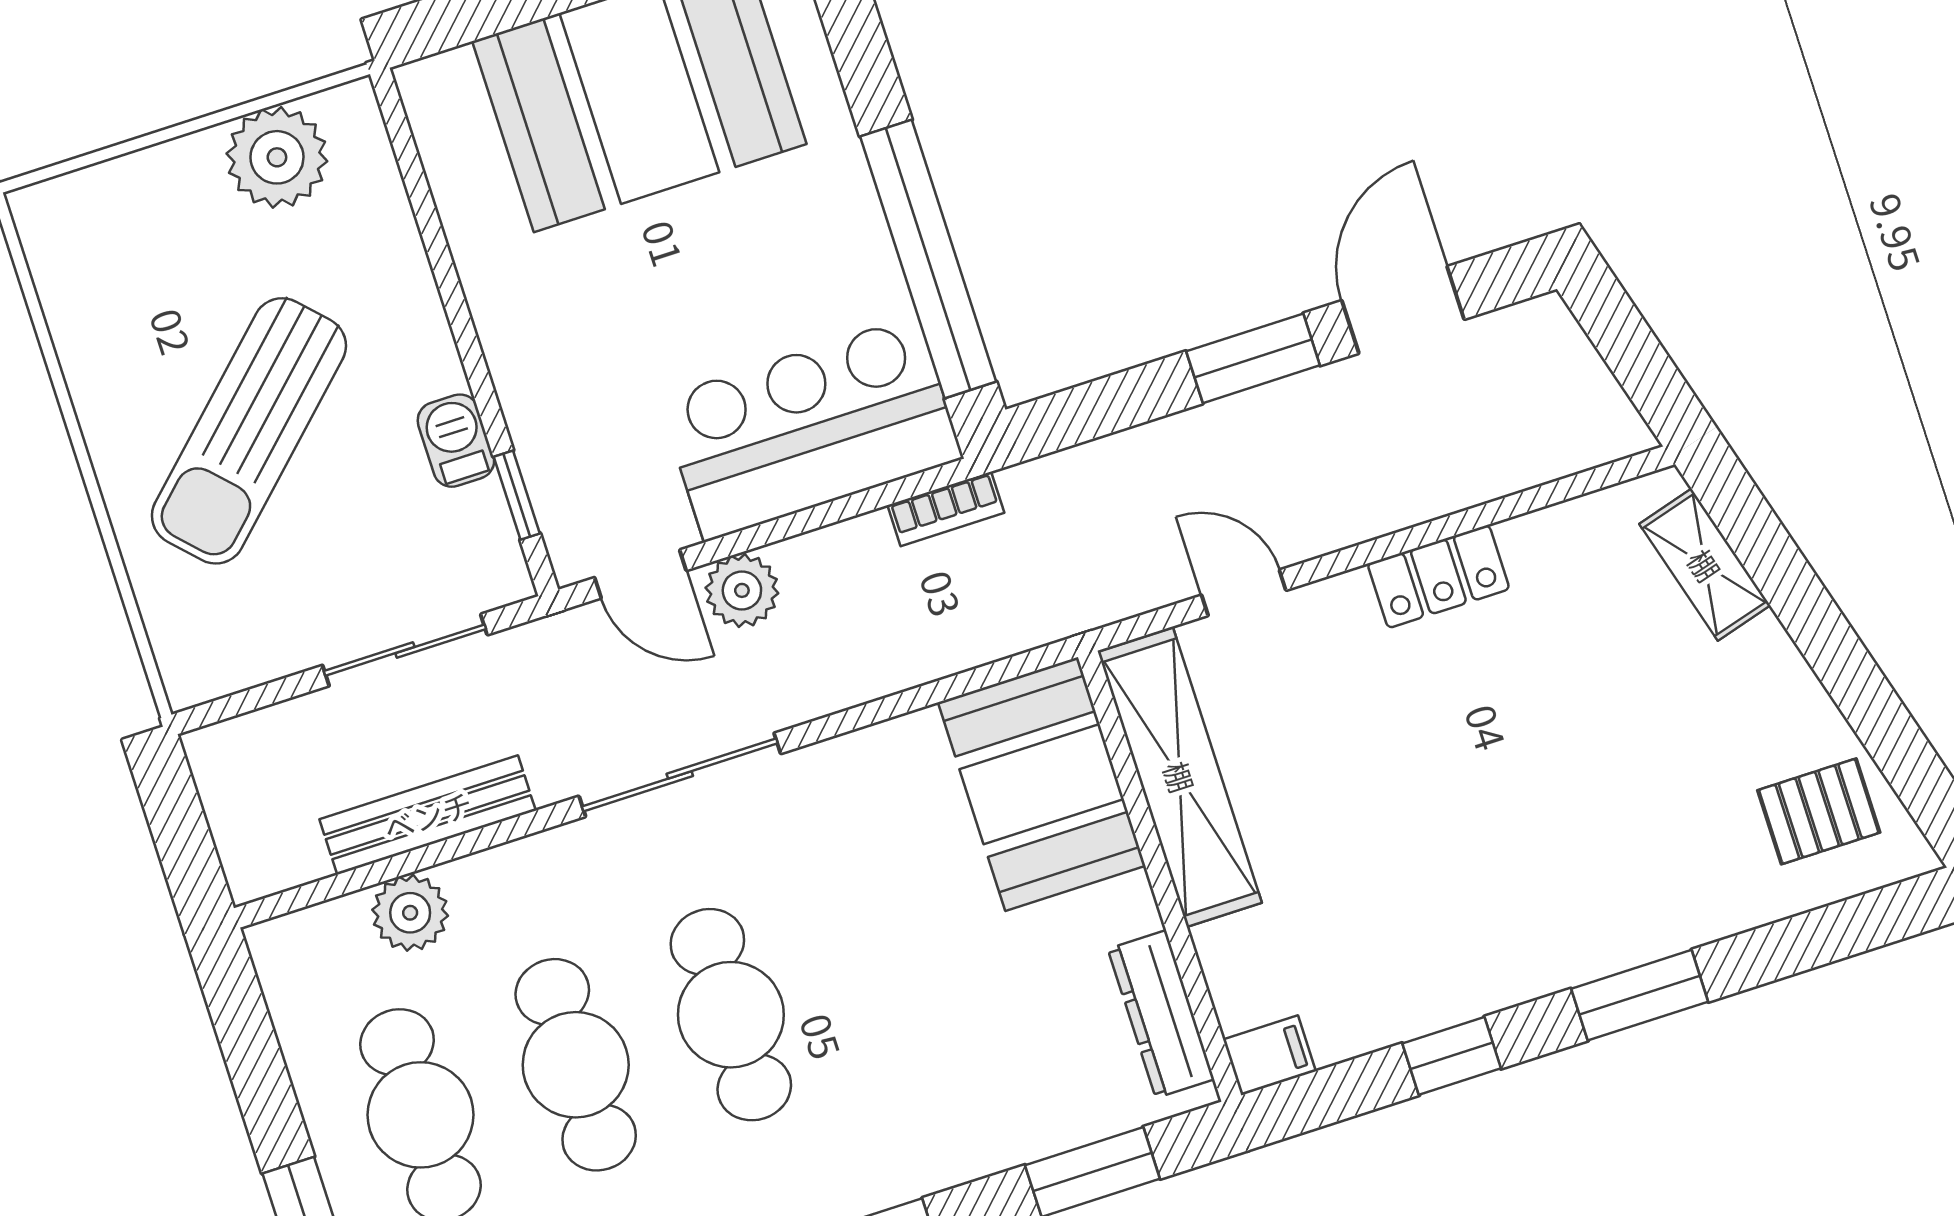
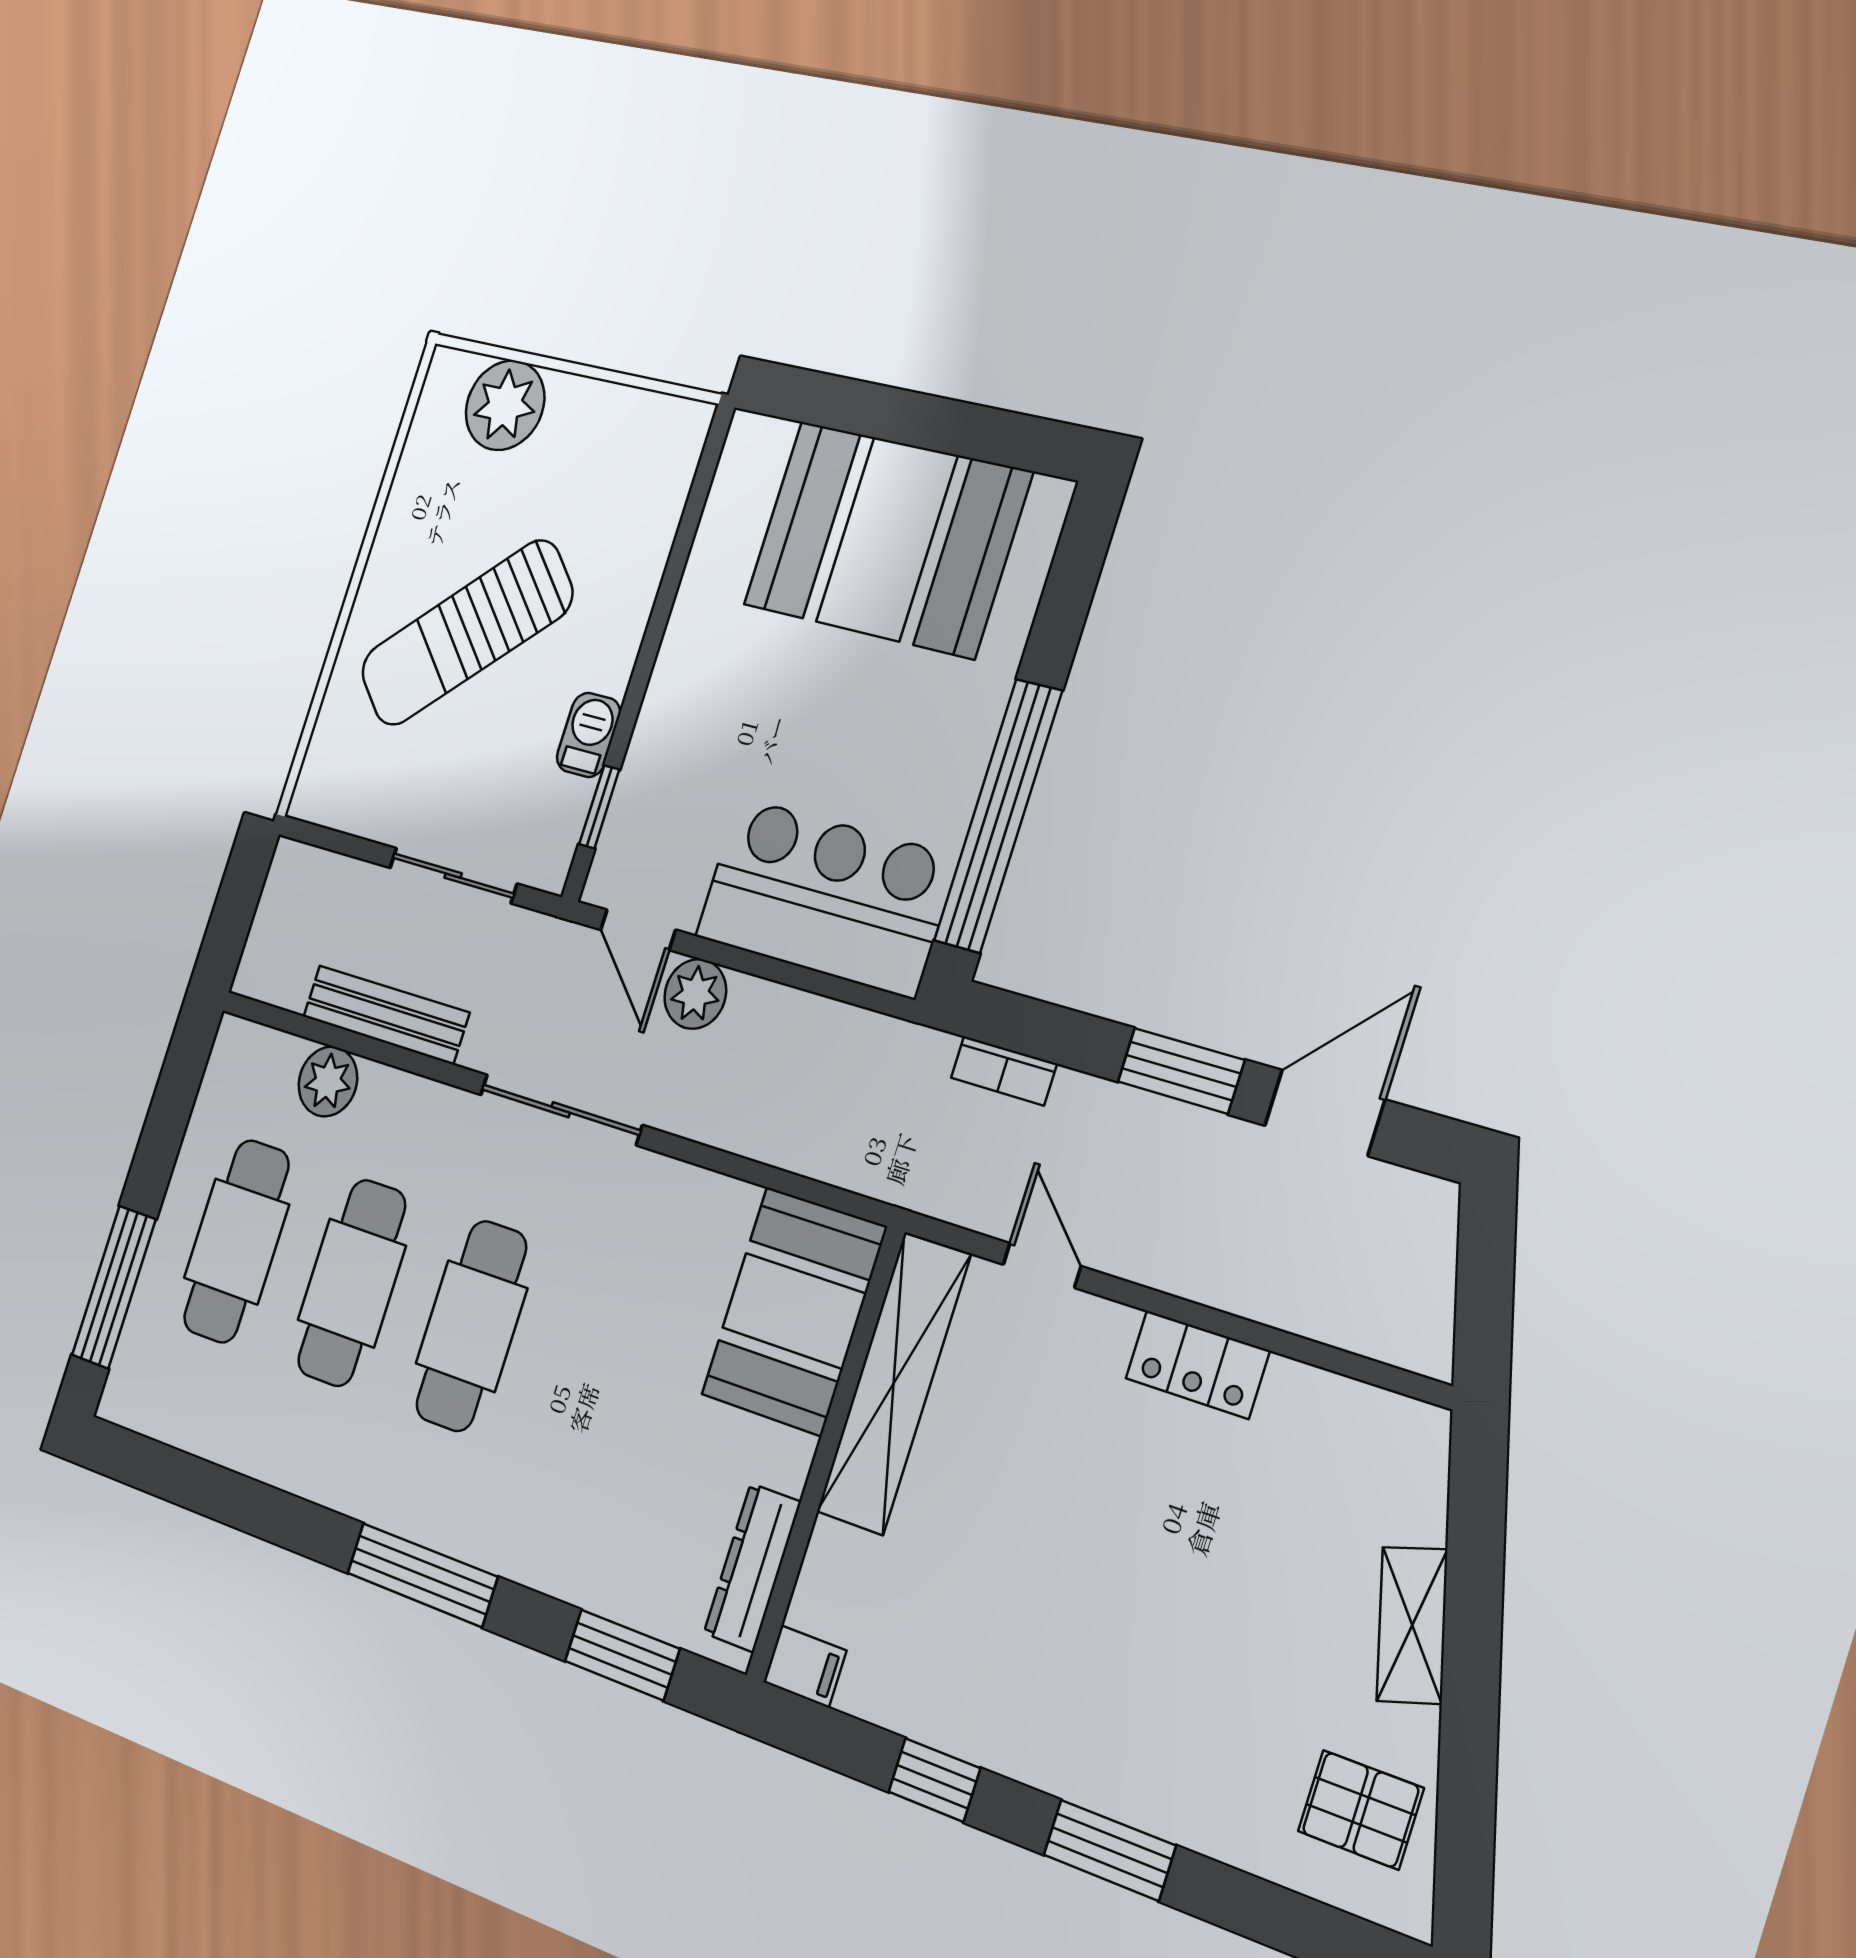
plant: (277, 157) -> (505, 405), moved
bookcase: (946, 509) -> (1004, 1071), moved
shelving: (1705, 565) -> (1412, 1625), moved

